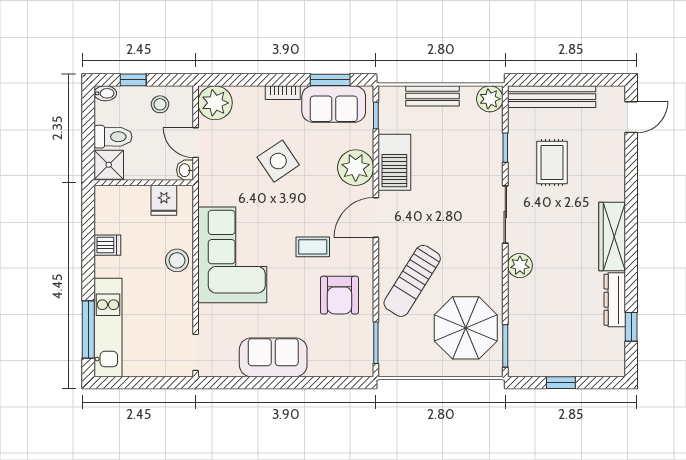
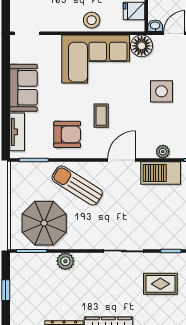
side table: (278, 161) -> (161, 91), turned 34
plant: (356, 168) -> (163, 152), width x0.53, depth x0.53
floor lamp: (214, 189) -> (142, 46), added
door: (376, 217) -> (122, 160), hinge flipped
plant: (520, 265) -> (65, 261), moved
armchair: (339, 295) -> (67, 134), turned 180
tv unit: (336, 366) -> (17, 132), added

